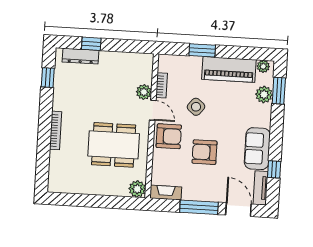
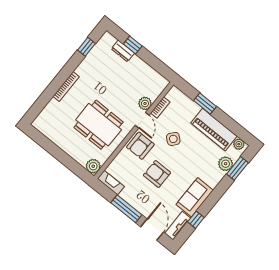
dresser: (80, 56) -> (123, 51), width x0.70
armchair: (169, 136) -> (140, 146), turned 90

